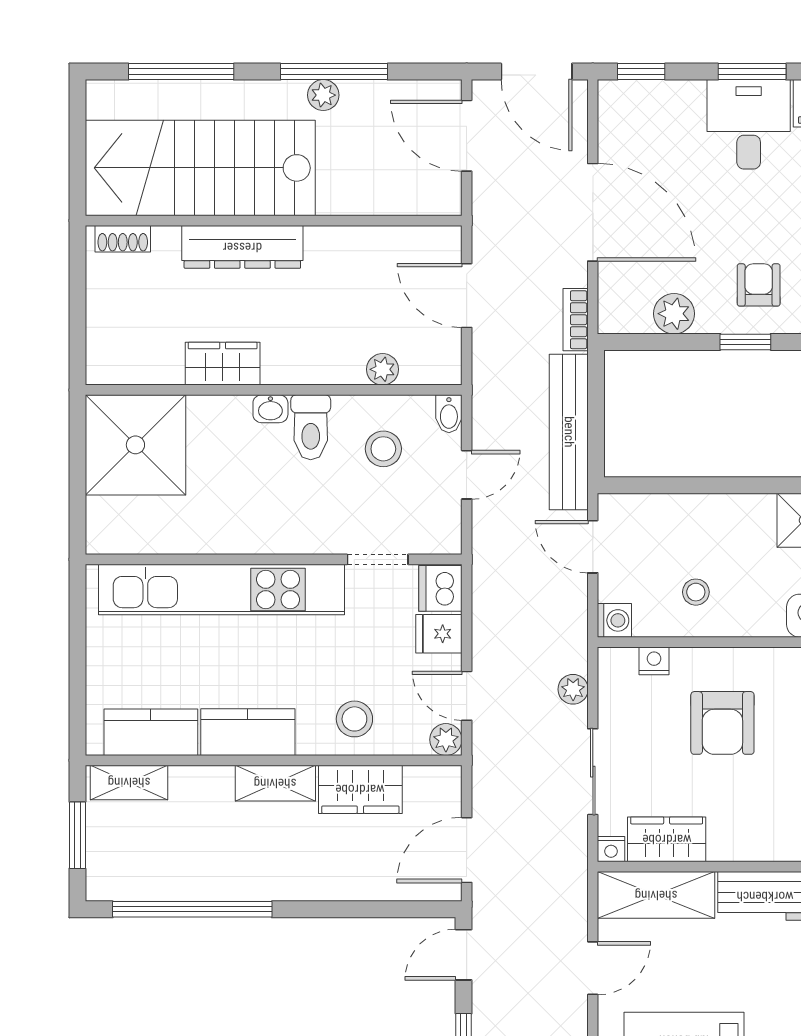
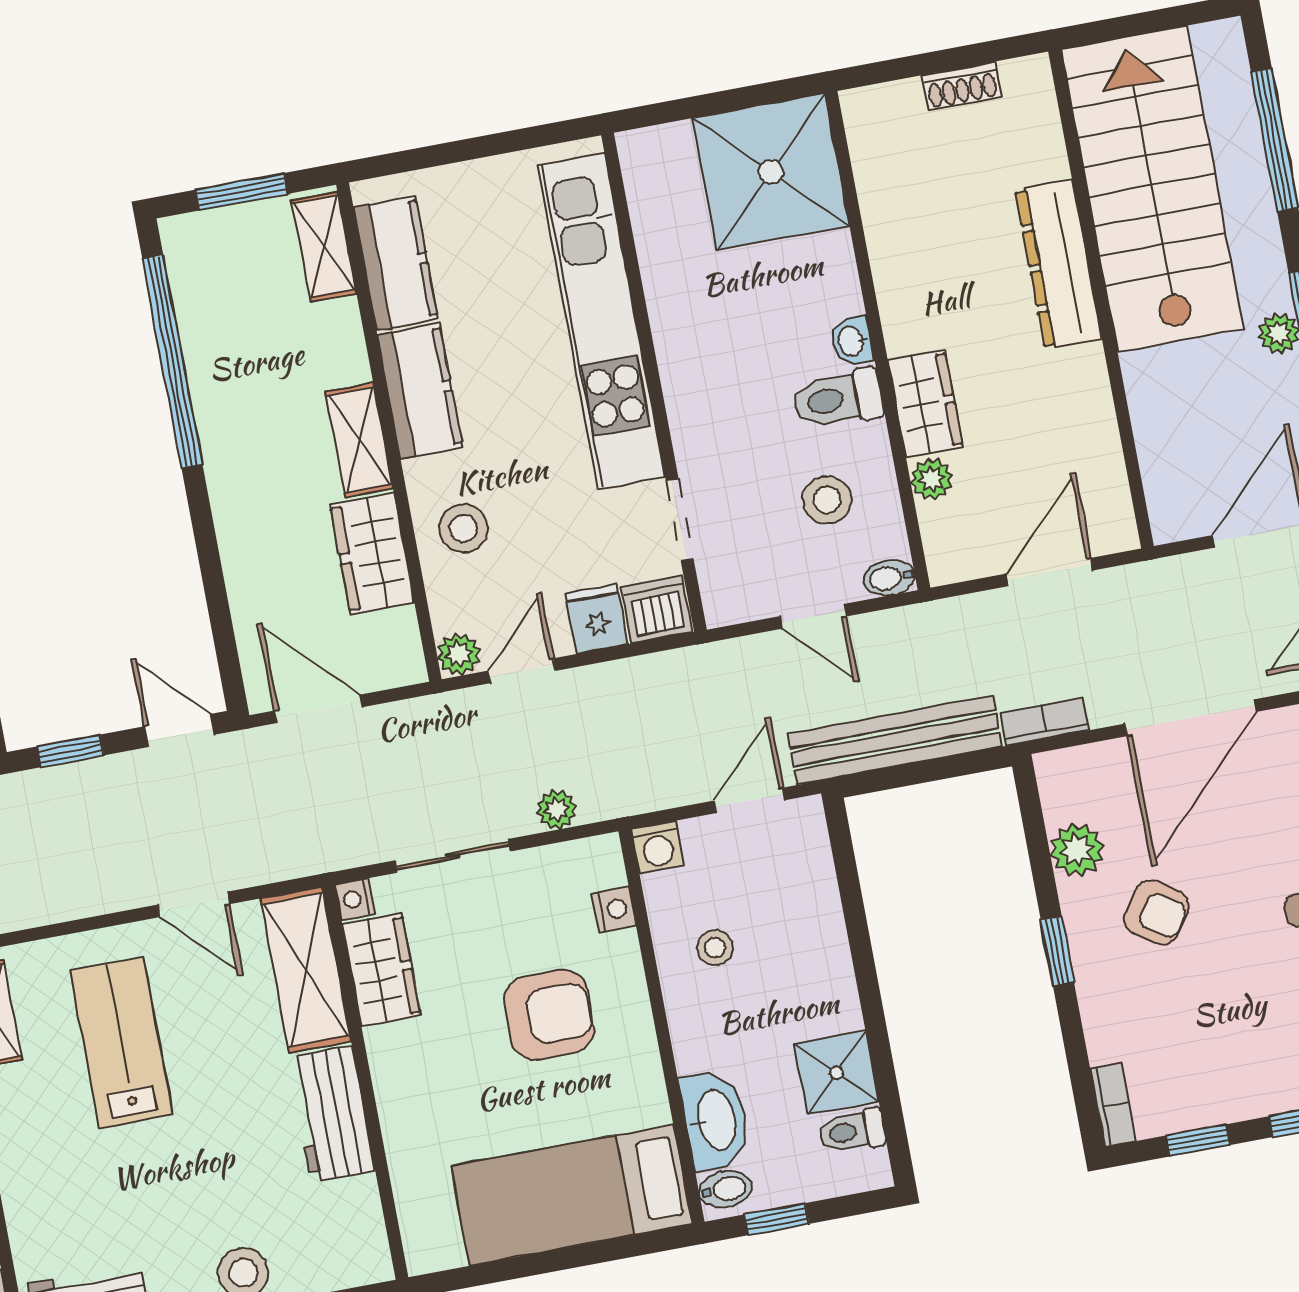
shoe rack: (123, 239) -> (962, 86), moved, turned -90
armchair: (759, 285) -> (1156, 913), moved, turned 34
wardrobe: (223, 364) -> (925, 404), moved
armchair: (722, 723) -> (549, 1015), turned 180

